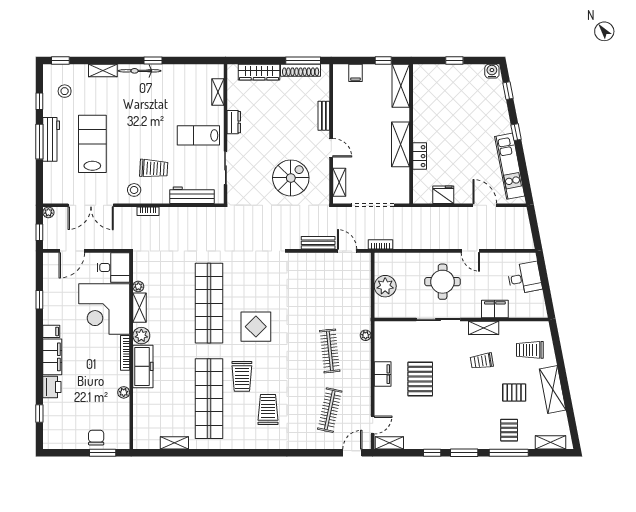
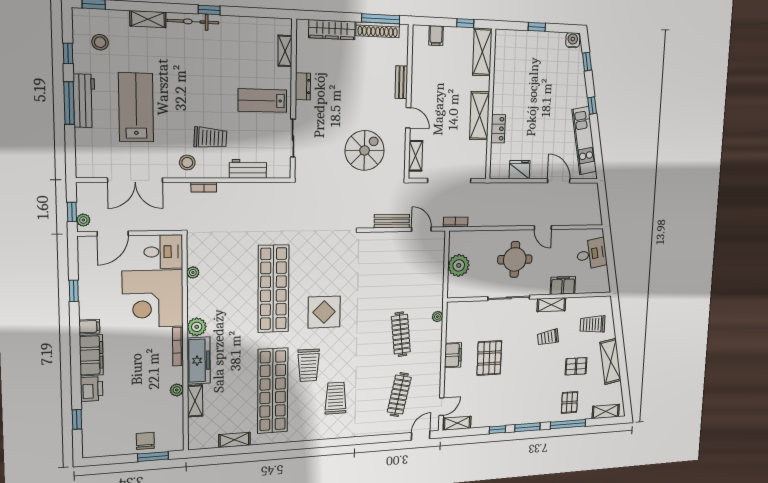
workbench: (192, 195) -> (248, 169), width x0.73
plant: (48, 212) -> (83, 220), moved
shelving: (140, 308) -> (195, 401), moved

